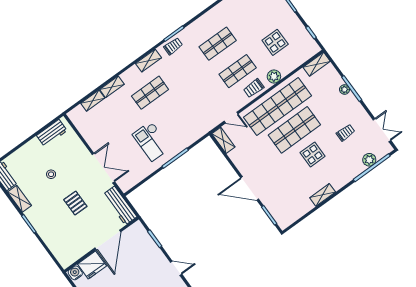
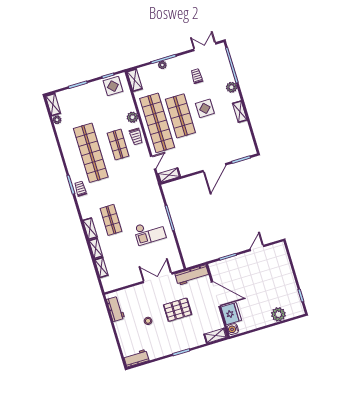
display table: (275, 42) -> (113, 86), moved
shop shelf: (218, 44) -> (91, 153), width x2.00, depth x1.36
shelving: (148, 61) -> (90, 229), moved
plant: (369, 160) -> (232, 87), moved
shelving: (19, 199) -> (215, 336), moved
pallet: (75, 203) -> (178, 310), width x1.50, depth x1.42

